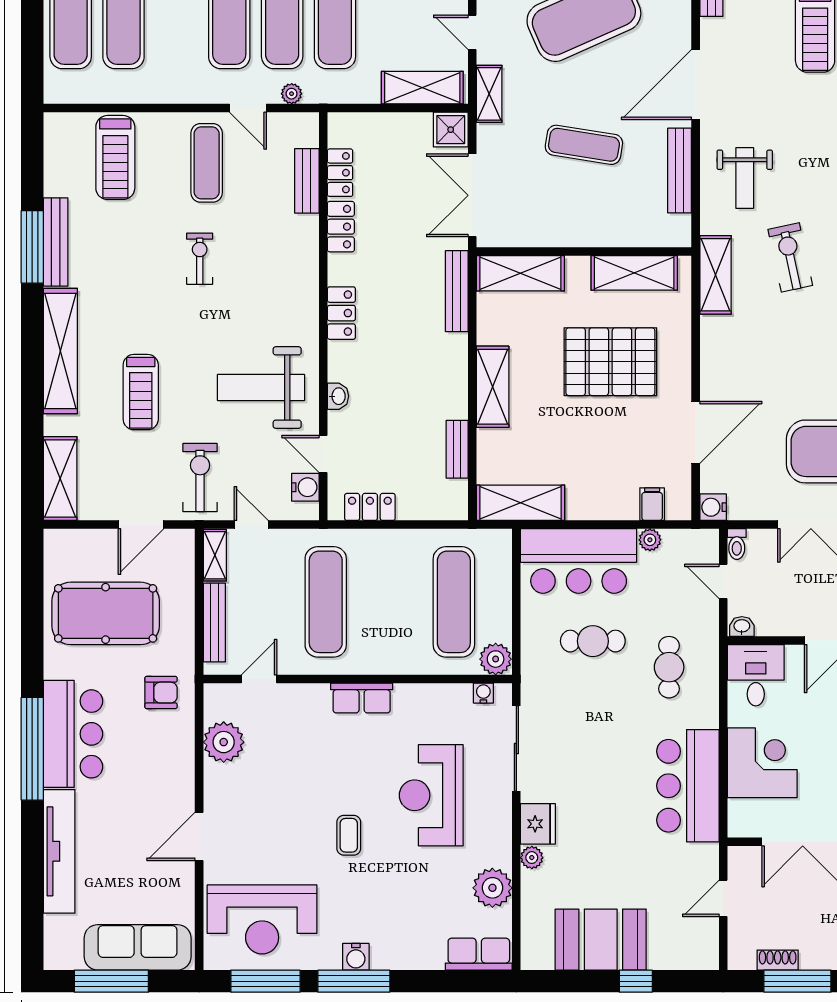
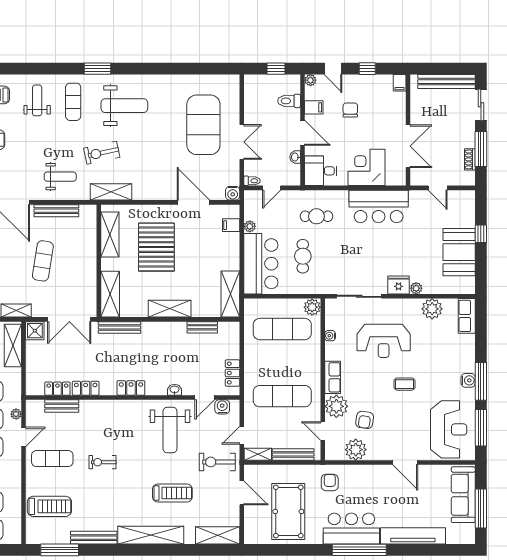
window: (32, 247) -> (60, 550), moved
washbasin: (742, 626) -> (295, 157), moved
water cooler: (483, 693) -> (330, 336), moved
plant: (306, 705) -> (336, 406), added
armchair: (280, 759) -> (365, 420), added

